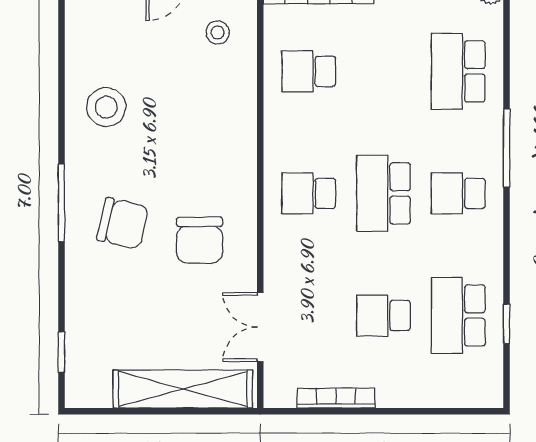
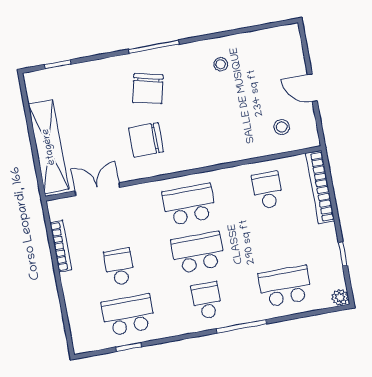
stool: (106, 107) -> (221, 64), width x0.53, depth x0.53
school desk: (309, 193) -> (189, 204), width x1.85

